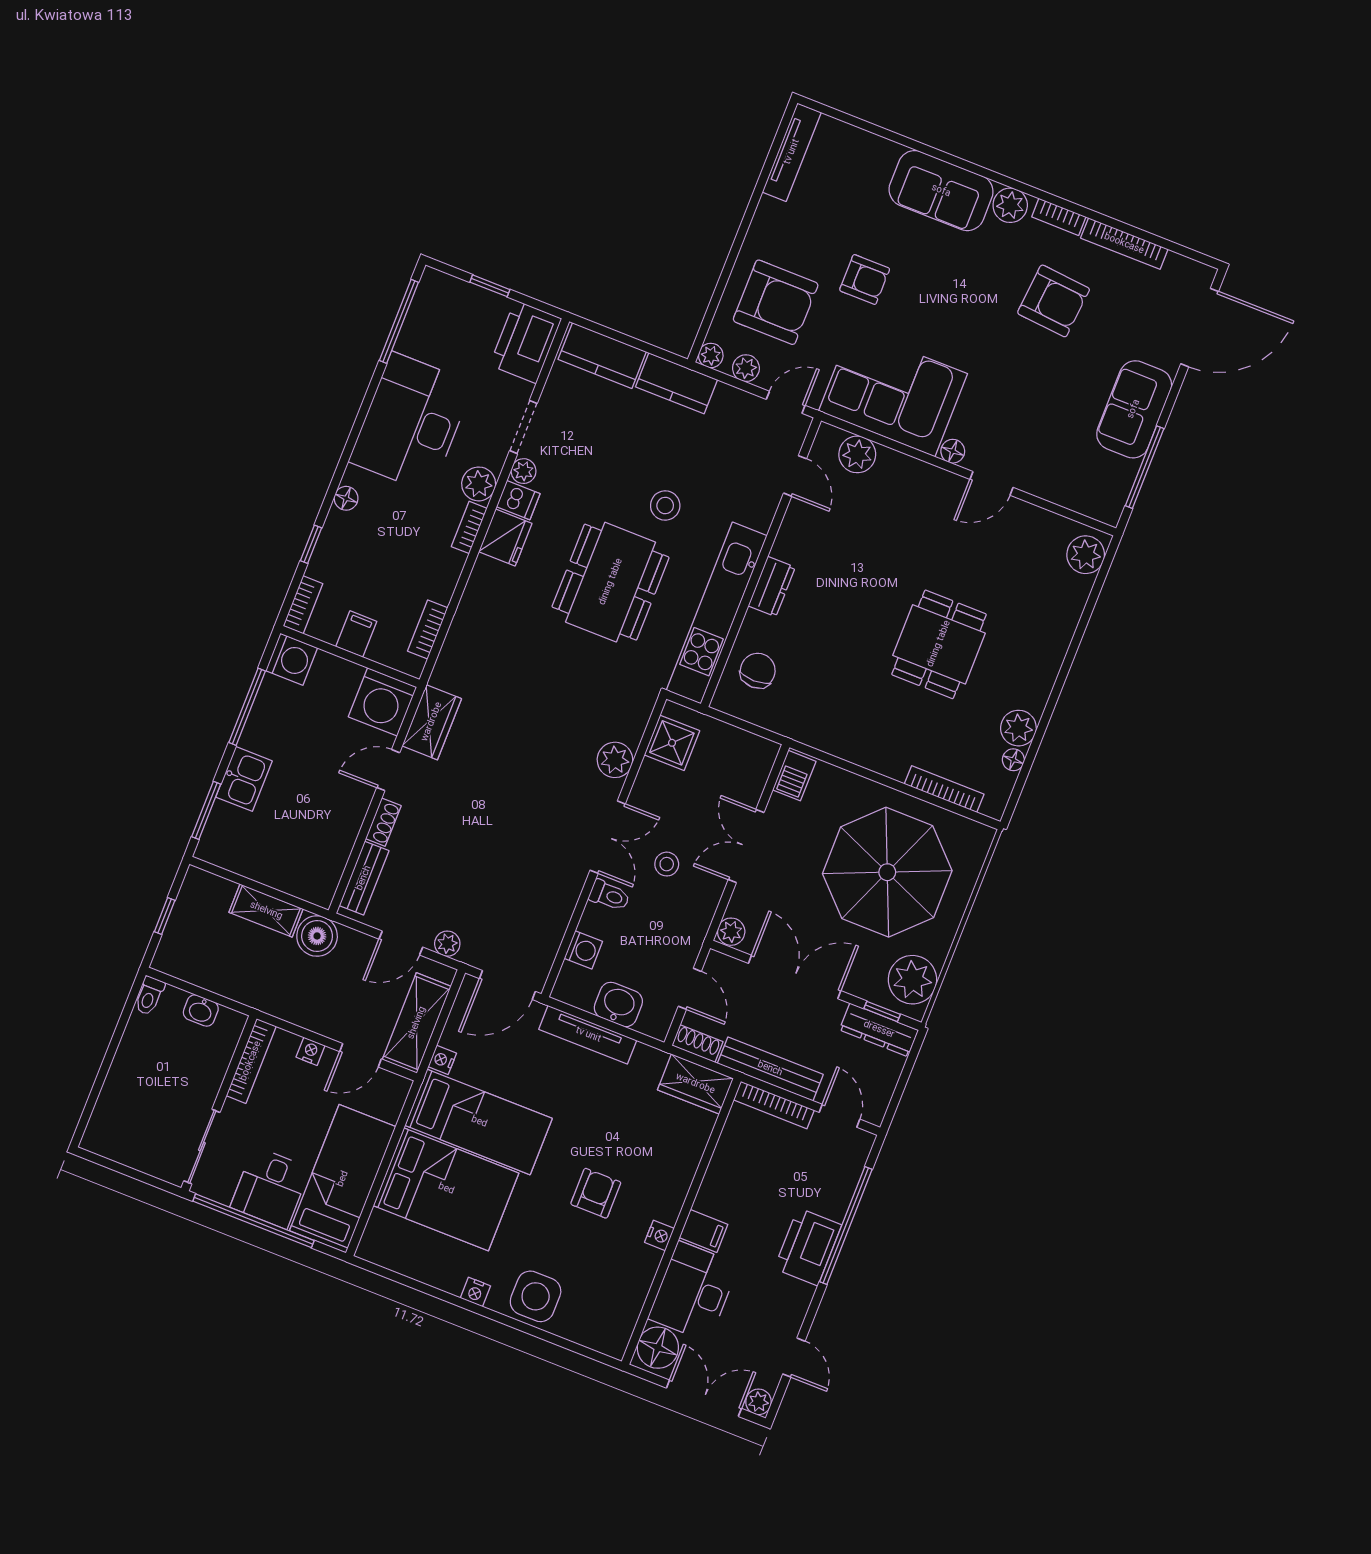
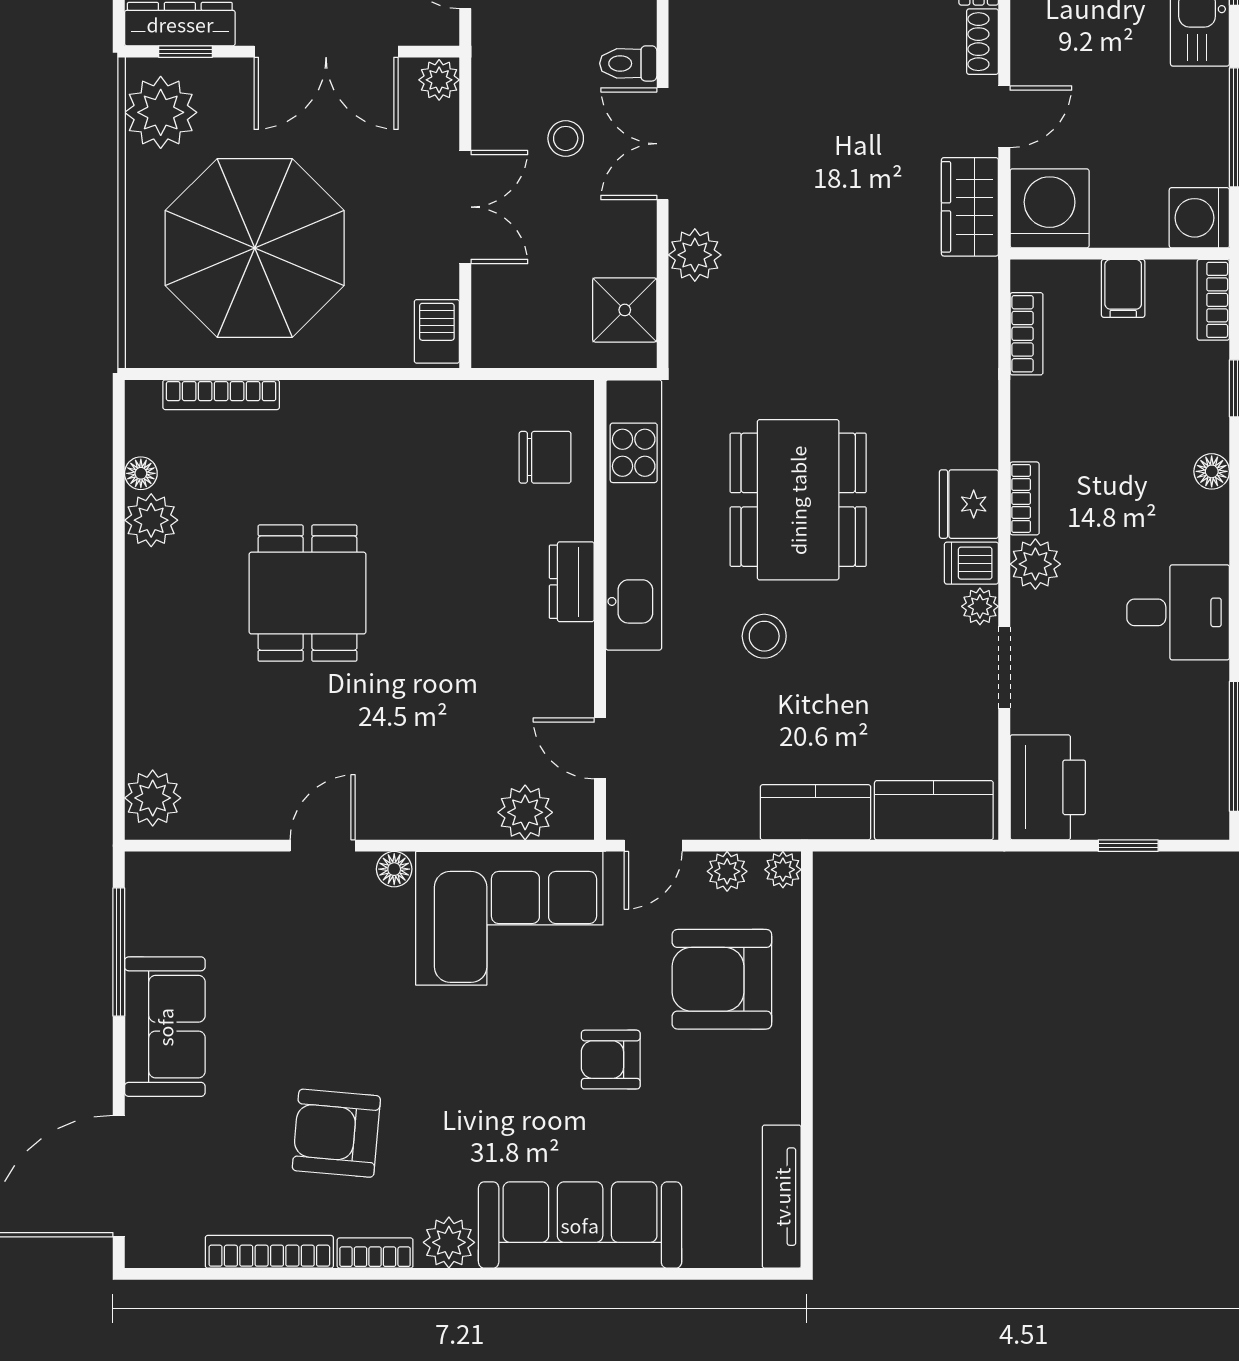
sofa: (941, 191) -> (580, 1225), width x1.36
desk: (411, 423) -> (1178, 612), width x0.53, depth x0.77
chair: (758, 671) -> (545, 457), turned -90

